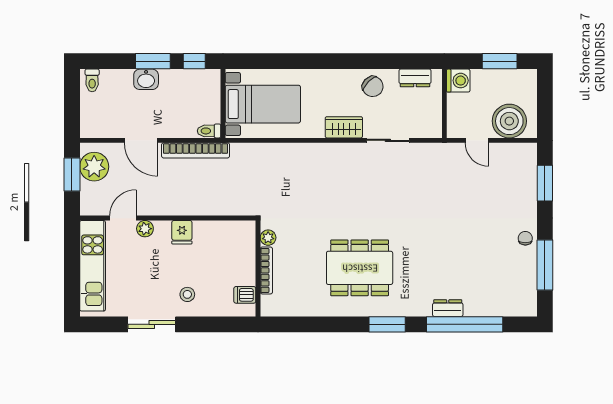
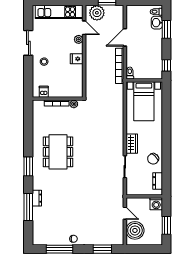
window: (153, 61) -> (166, 29), moved
washbasin: (146, 79) -> (157, 23), moved
door: (477, 140) -> (125, 213), swing flipped
plant: (94, 167) -> (97, 13), moved
window: (465, 324) -> (28, 207), width x0.68

